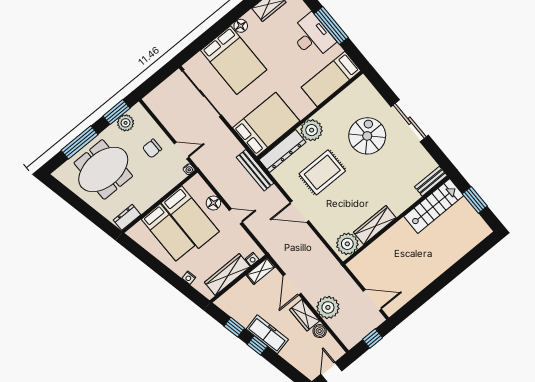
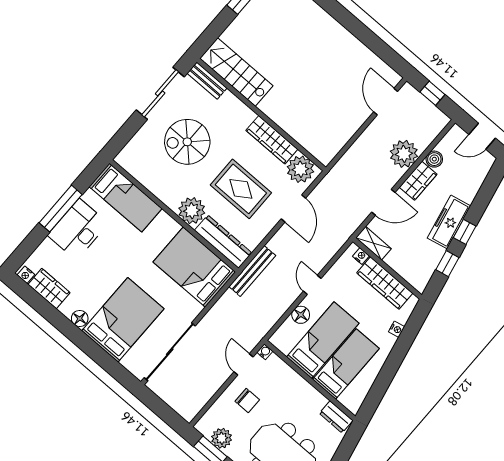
bench: (431, 181) -> (207, 81), moved
stairs: (434, 206) -> (236, 72), moved
wall: (396, 220) -> (261, 115), moved
wardrobe: (375, 225) -> (272, 140), moved
plant: (347, 244) -> (300, 169), moved

